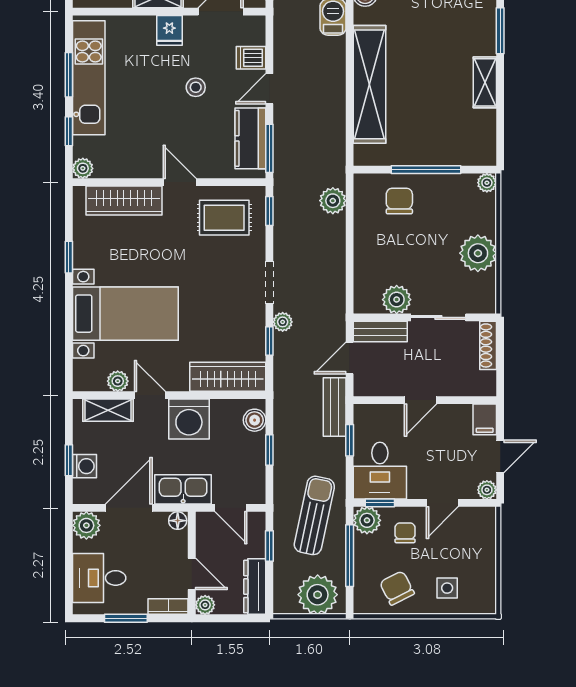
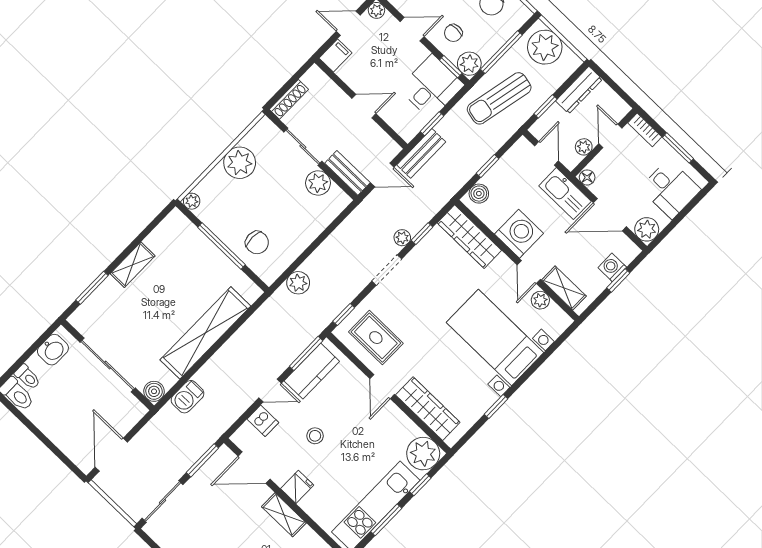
plant: (83, 168) -> (423, 454), width x1.88, depth x1.88
chair: (399, 201) -> (257, 243), turned -90
plant: (205, 605) -> (584, 147), moved

